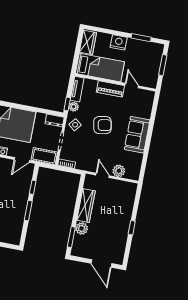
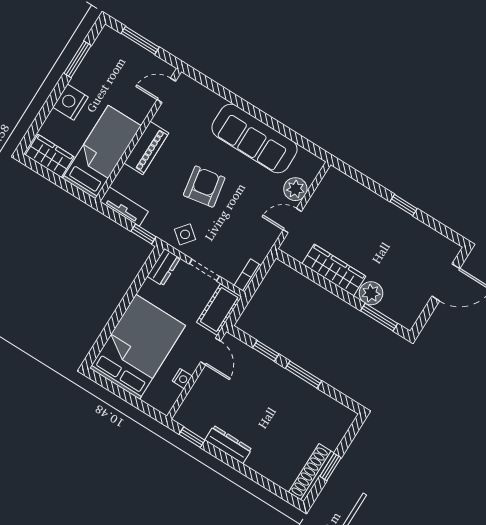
door: (132, 86) -> (166, 90), moved
plant: (74, 107) -> (153, 224), removed
sofa: (137, 135) -> (254, 138), width x1.36

